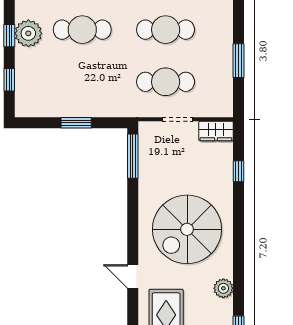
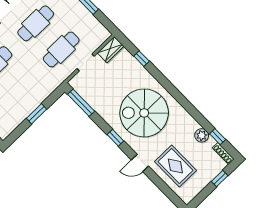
window: (133, 226) -> (115, 138), added
spiral stairs: (187, 229) -> (144, 113), turned 90
plant: (223, 288) -> (202, 135), moved

